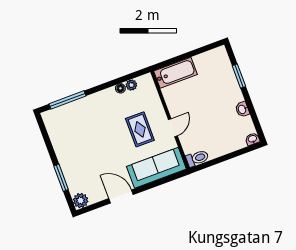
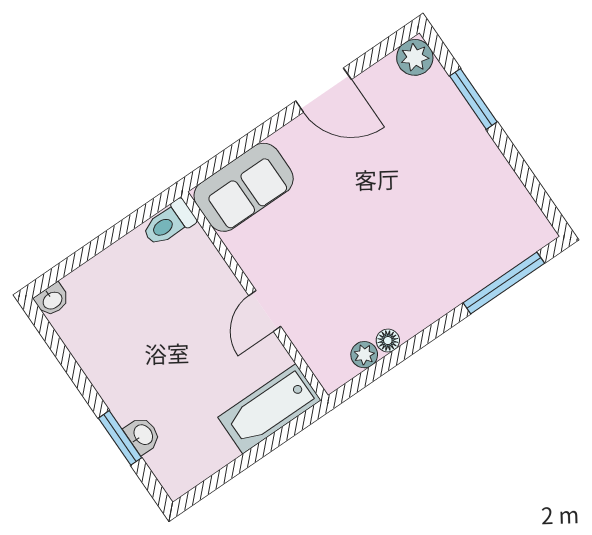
washbasin: (242, 109) -> (143, 435), moved
door: (173, 128) -> (265, 311), moved
rug: (140, 129) -> (319, 257), removed
sofa: (156, 168) -> (244, 187), width x0.73

